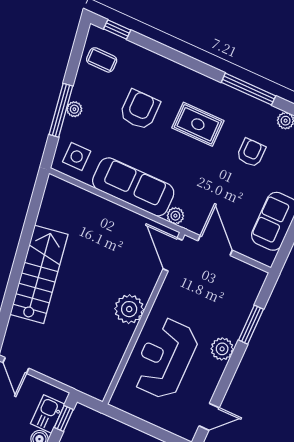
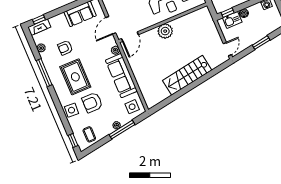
side table: (159, 71) -> (72, 110), added
rug: (198, 124) -> (75, 77), width x1.36, depth x1.43

